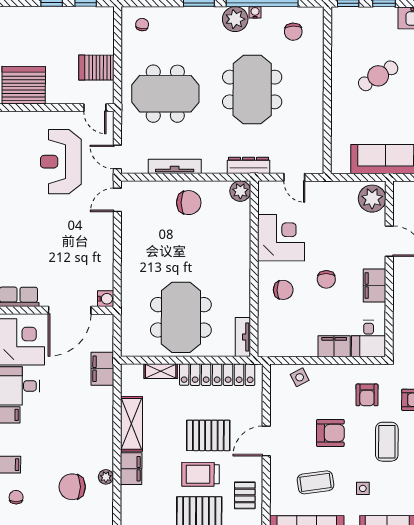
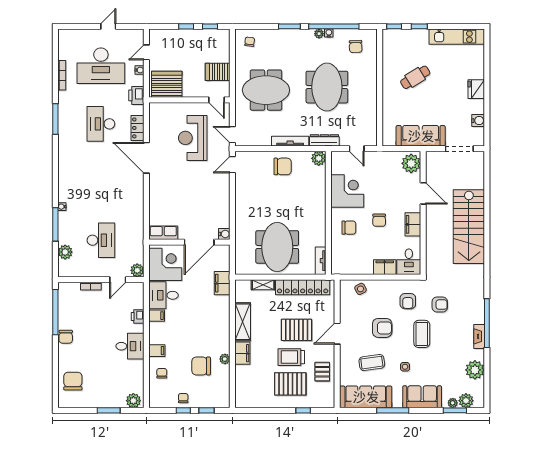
plant: (235, 19) -> (319, 34), width x0.53, depth x0.53
tv unit: (175, 166) -> (290, 141), moved

